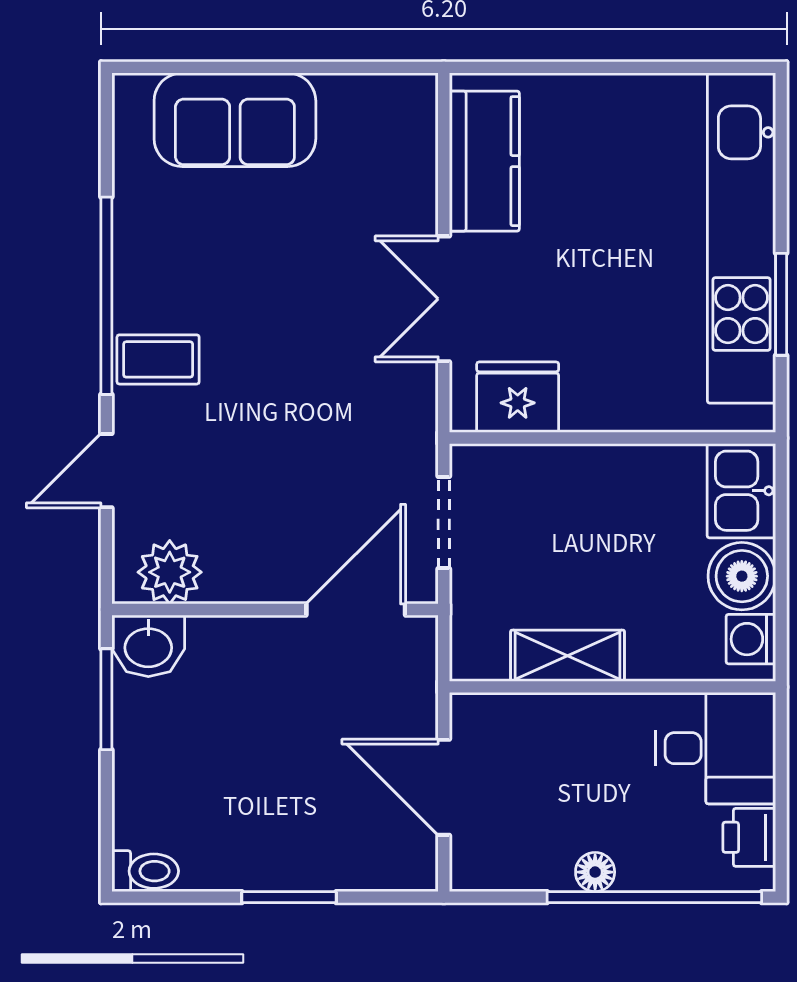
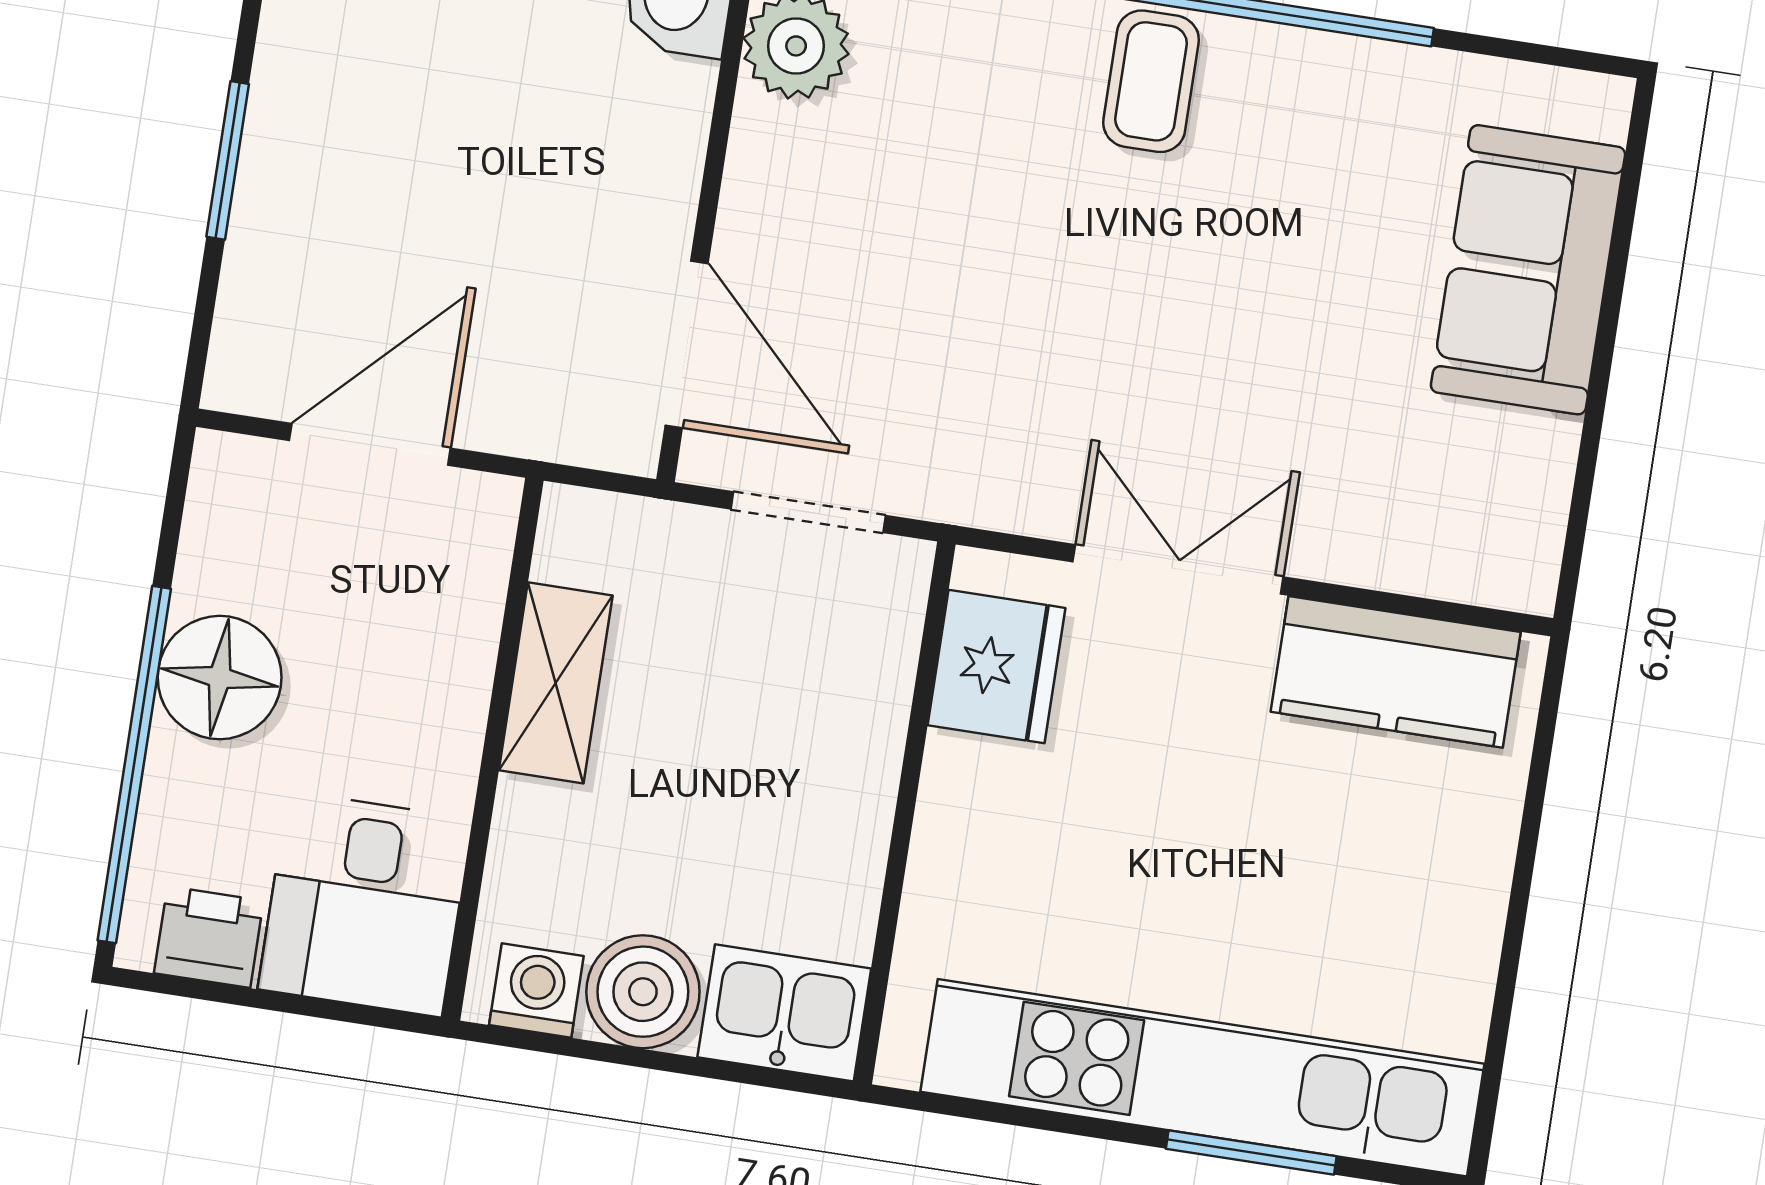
window: (781, 304) -> (1251, 1152), moved
floor lamp: (595, 872) -> (220, 678), width x1.89, depth x1.89

